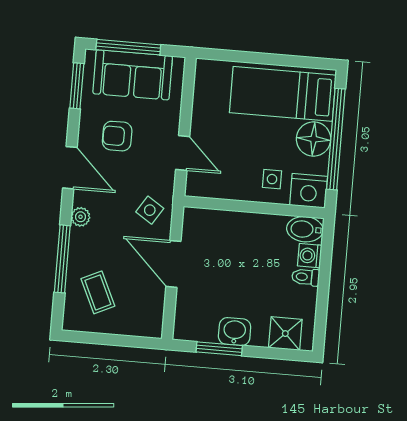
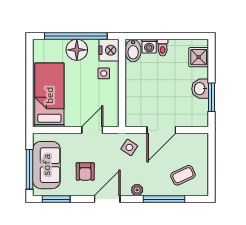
bed: (283, 94) -> (49, 95), moved, turned 180

